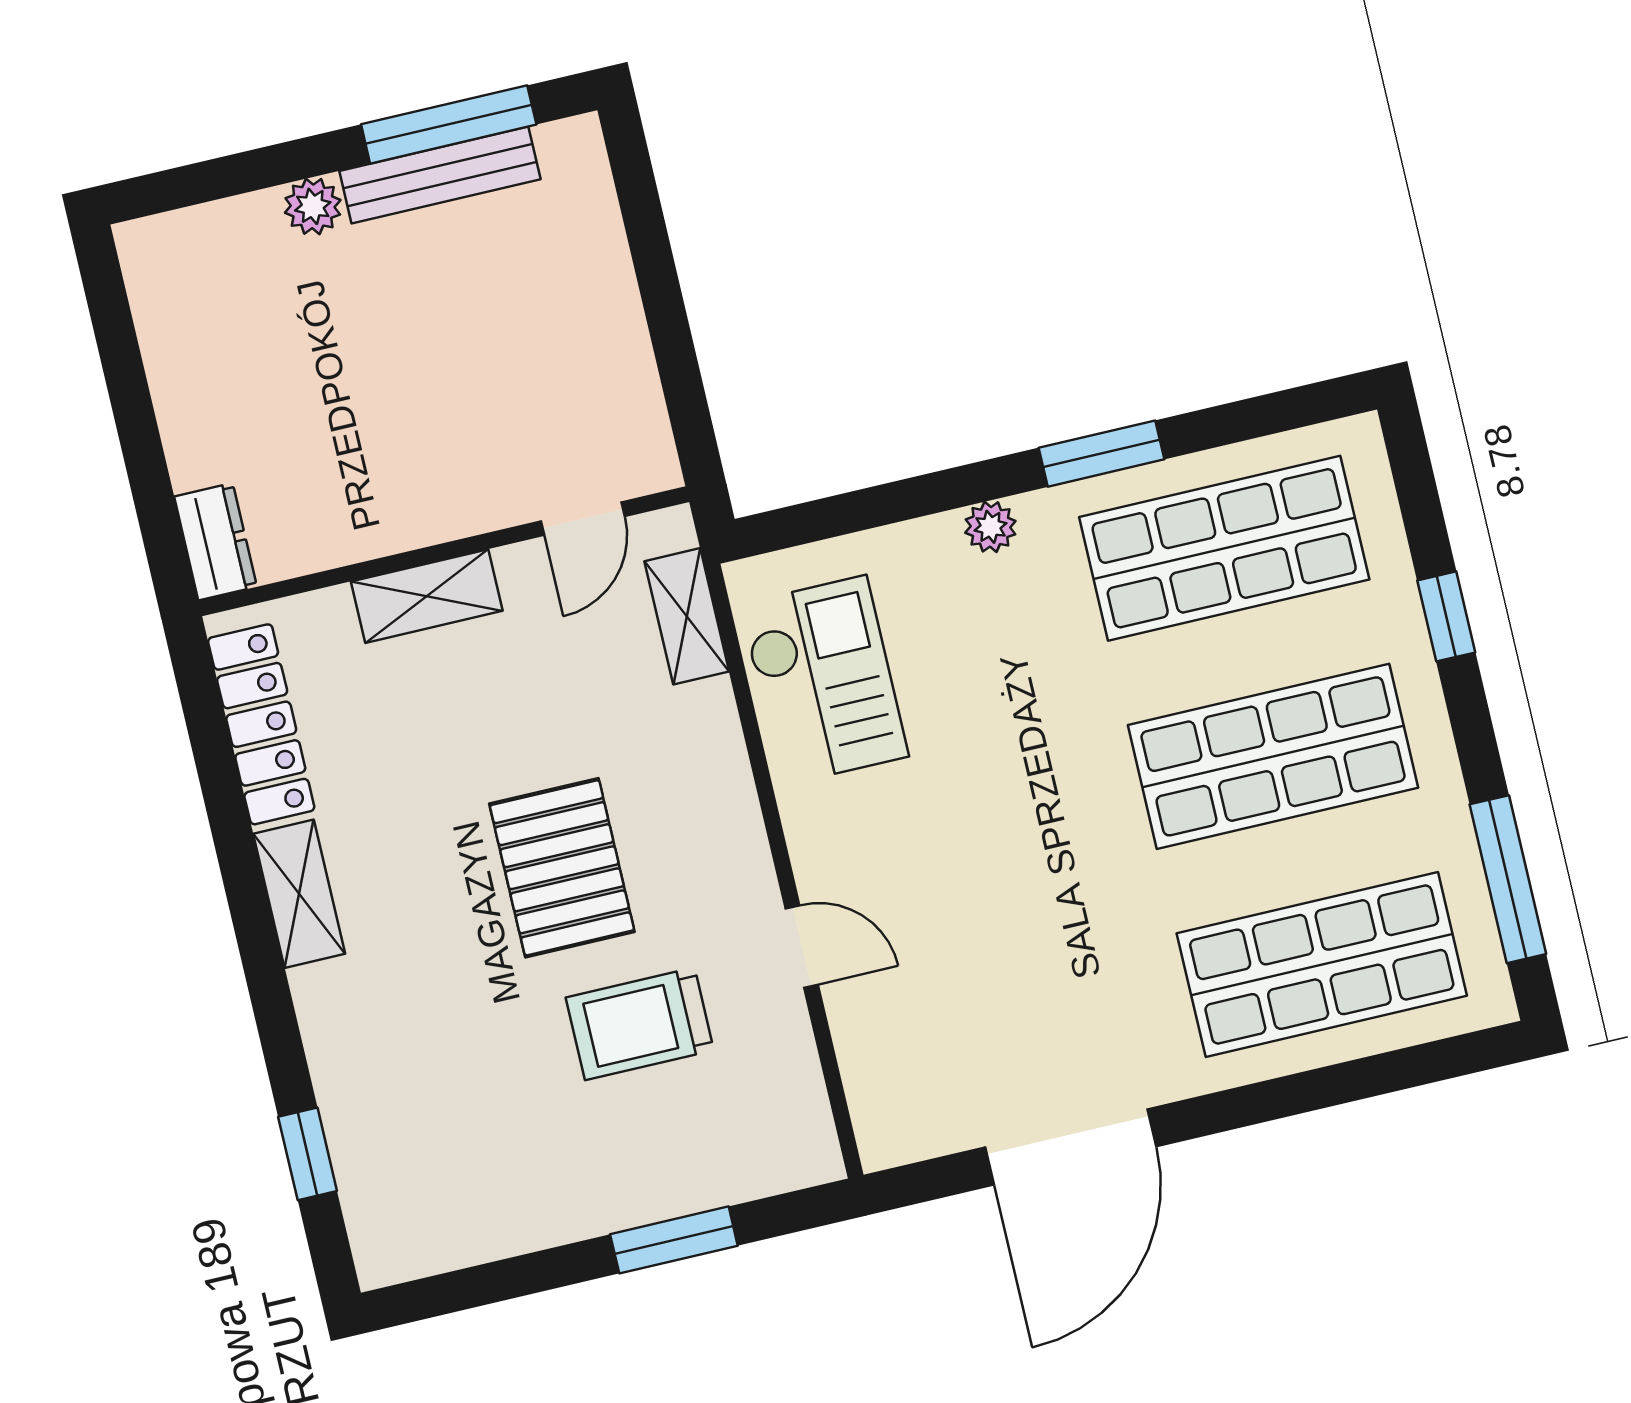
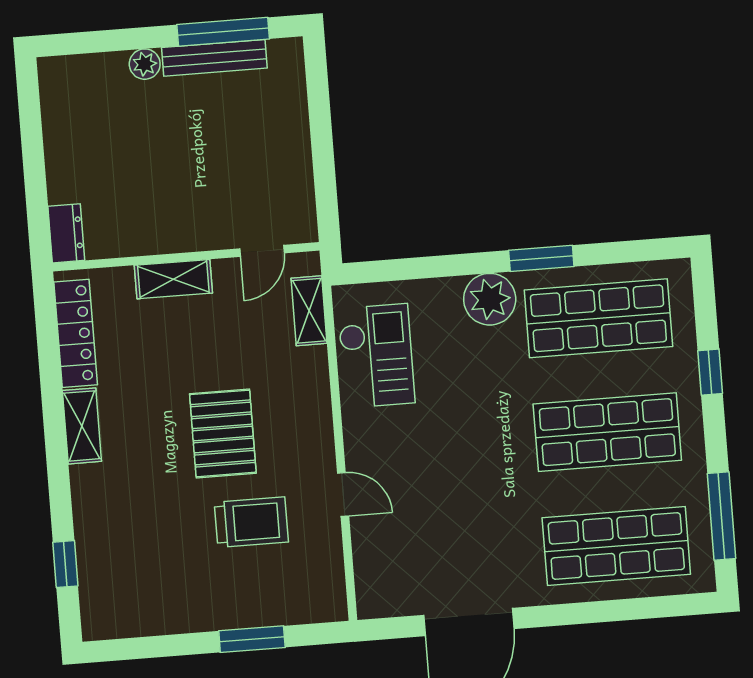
plant: (990, 527) -> (490, 299), width x1.87, depth x1.87
trolley: (640, 1024) -> (251, 522), turned 180

